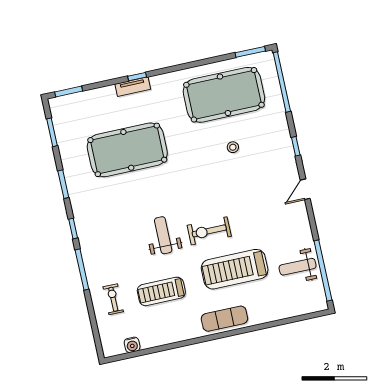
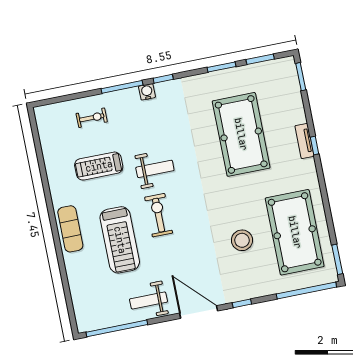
stool: (233, 147) -> (242, 240), width x1.89, depth x1.89
window: (63, 184) -> (222, 67), moved
door: (305, 189) -> (199, 312), width x1.88
weight bench: (298, 267) -> (148, 300), moved, turned -90
treadmill: (235, 269) -> (120, 240), turned 180
treadmill: (161, 291) -> (99, 166), turned -90
water cooler: (132, 345) -> (147, 92), moved, turned 90

